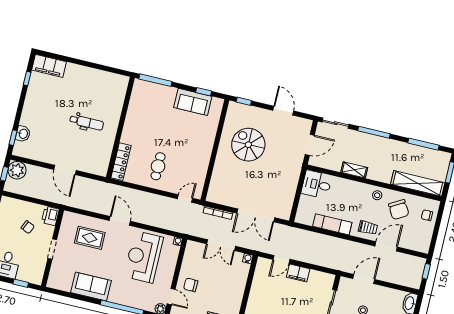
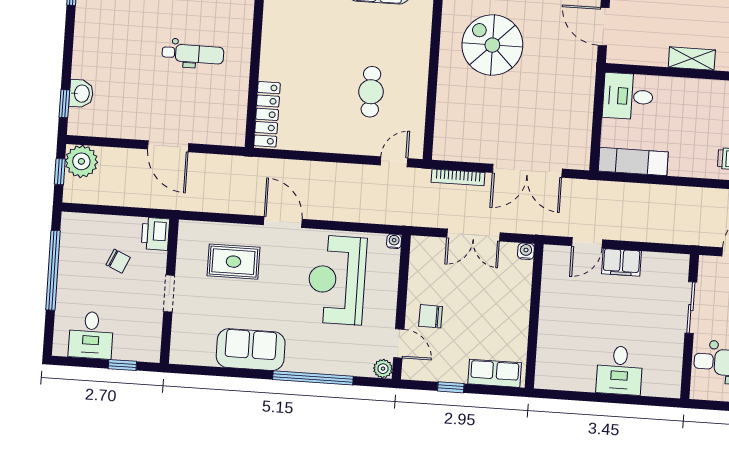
door: (310, 145) -> (604, 27), swing flipped
cafe table: (158, 166) -> (371, 92), moved
exam couch: (332, 224) -> (633, 161), moved

